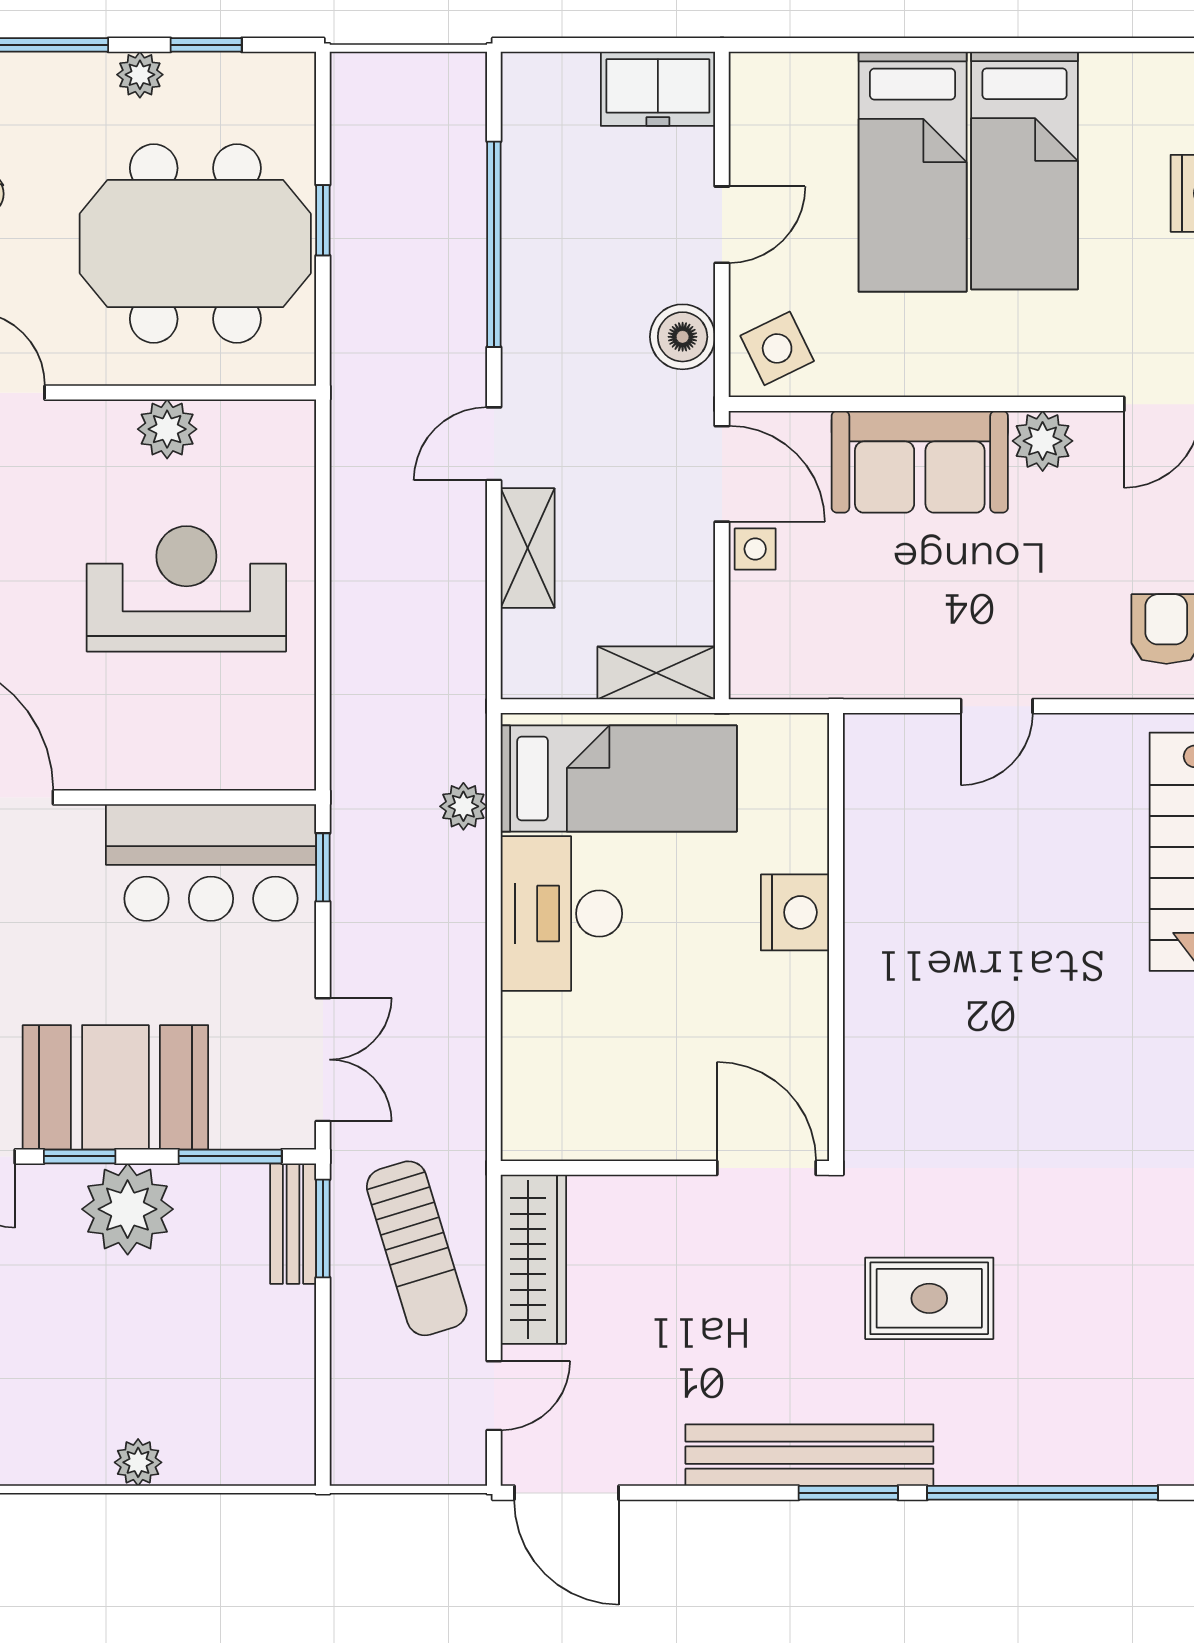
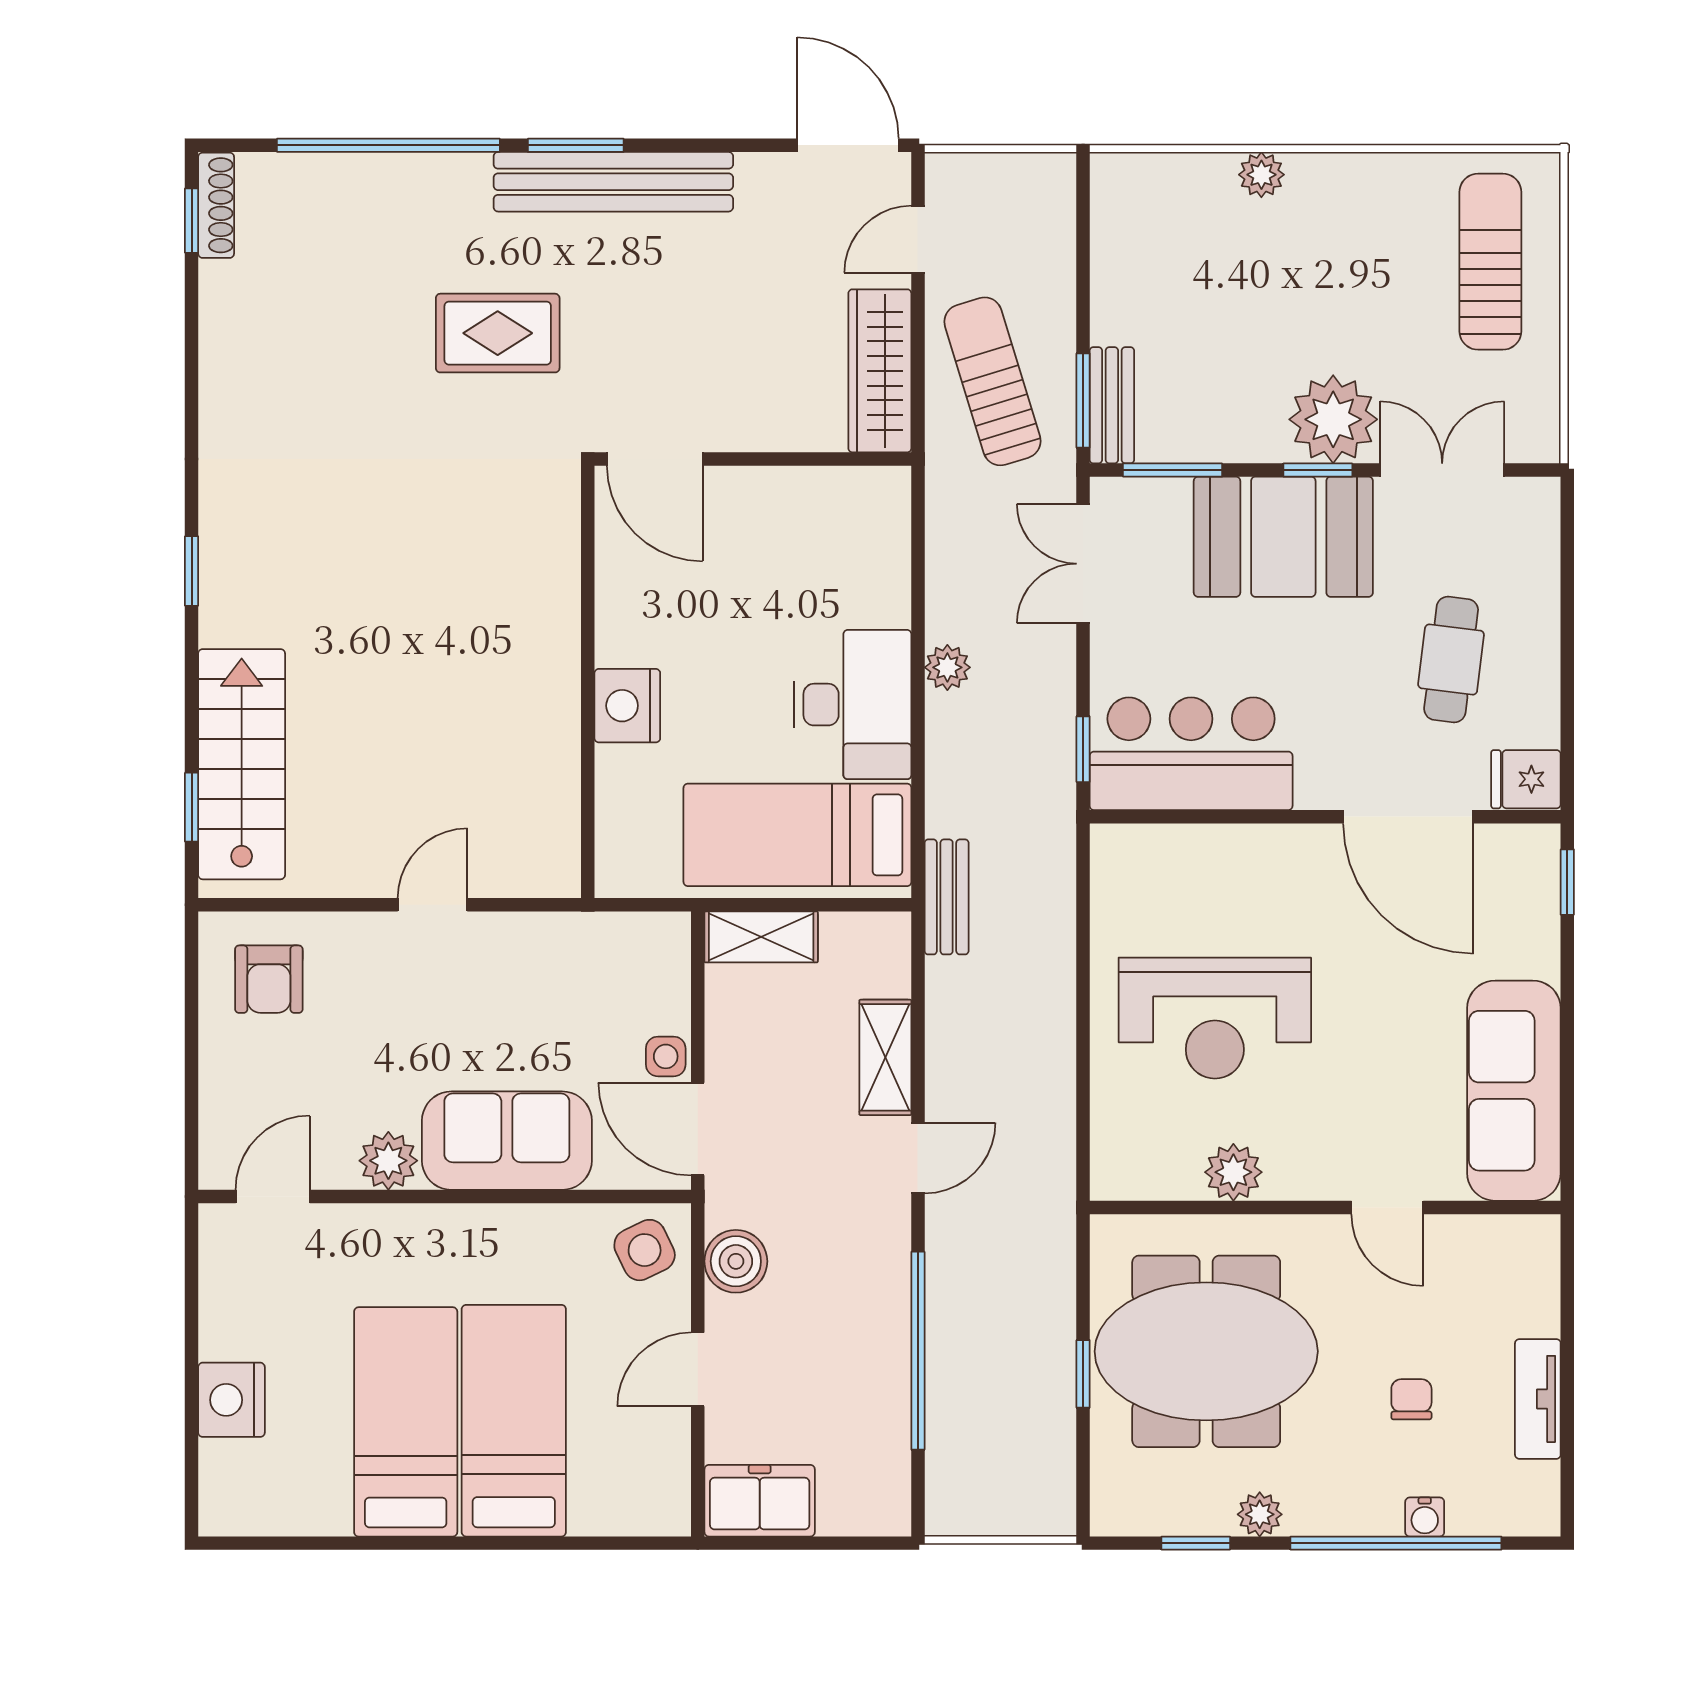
bench: (464, 714) -> (947, 897), added
plant: (463, 806) -> (947, 667), moved
plant: (128, 1209) -> (1333, 419), moved

